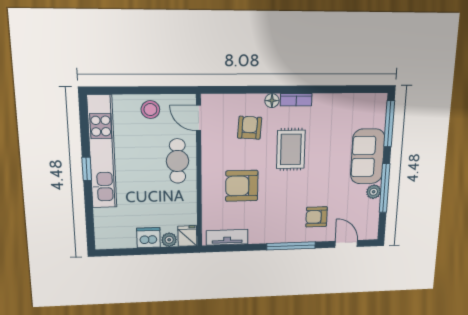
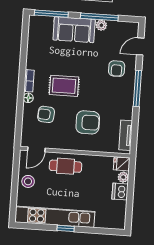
armchair: (242, 186) -> (88, 122), turned -90

